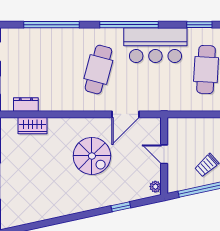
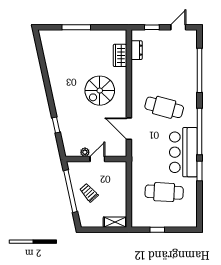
window: (199, 25) -> (199, 171), moved
spiral stairs: (92, 156) -> (100, 91), moved
plant: (155, 187) -> (85, 152), moved

